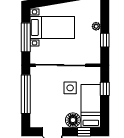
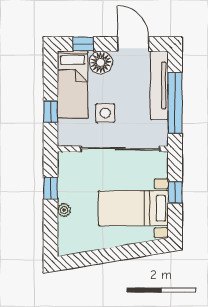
window: (26, 37) -> (175, 193), width x0.46
tv unit: (36, 105) -> (159, 85), added

